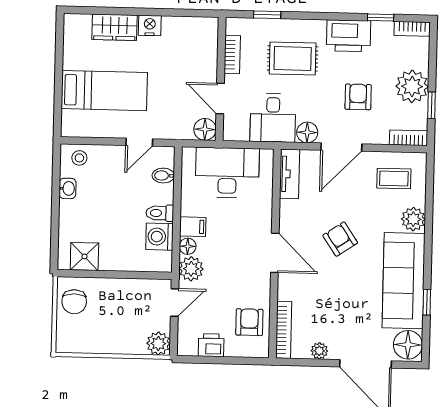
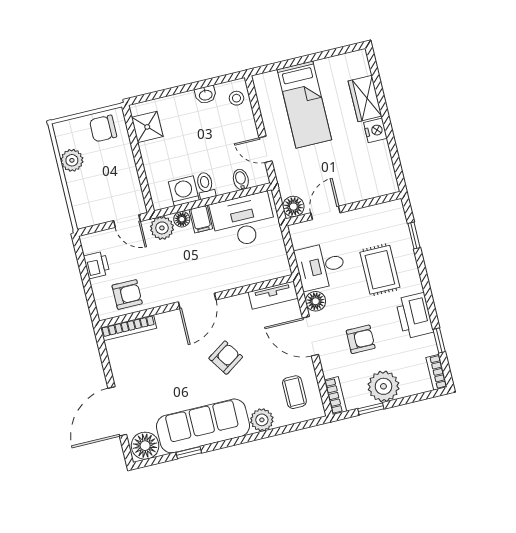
bookcase: (232, 55) -> (369, 213), removed
desk: (227, 172) -> (243, 221), moved, turned -90
plant: (158, 344) -> (72, 160), moved
plant: (319, 351) -> (118, 366), removed

